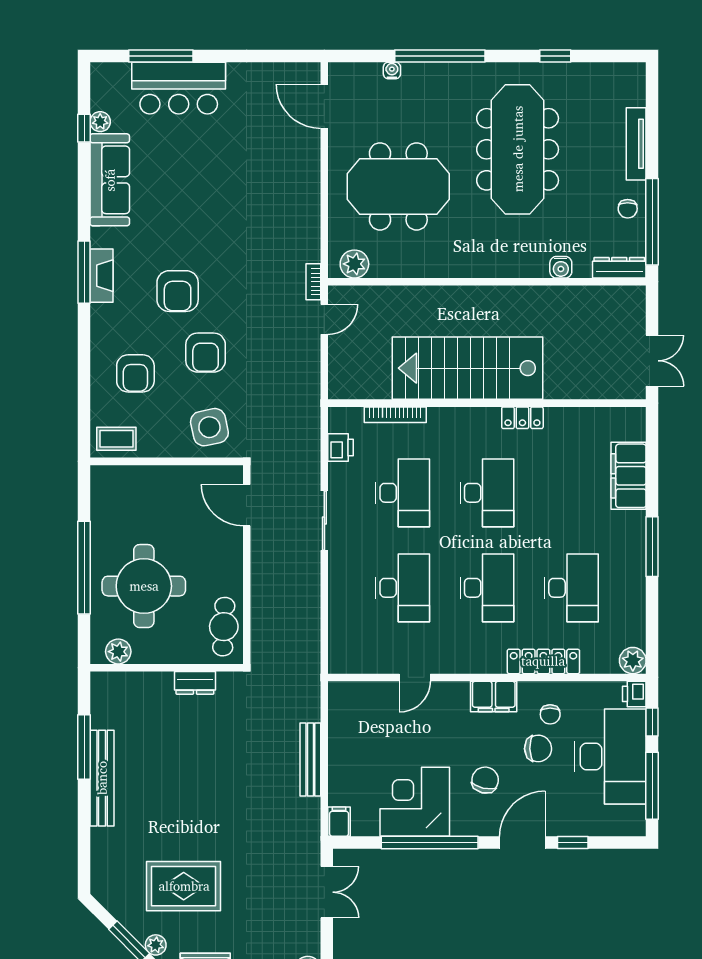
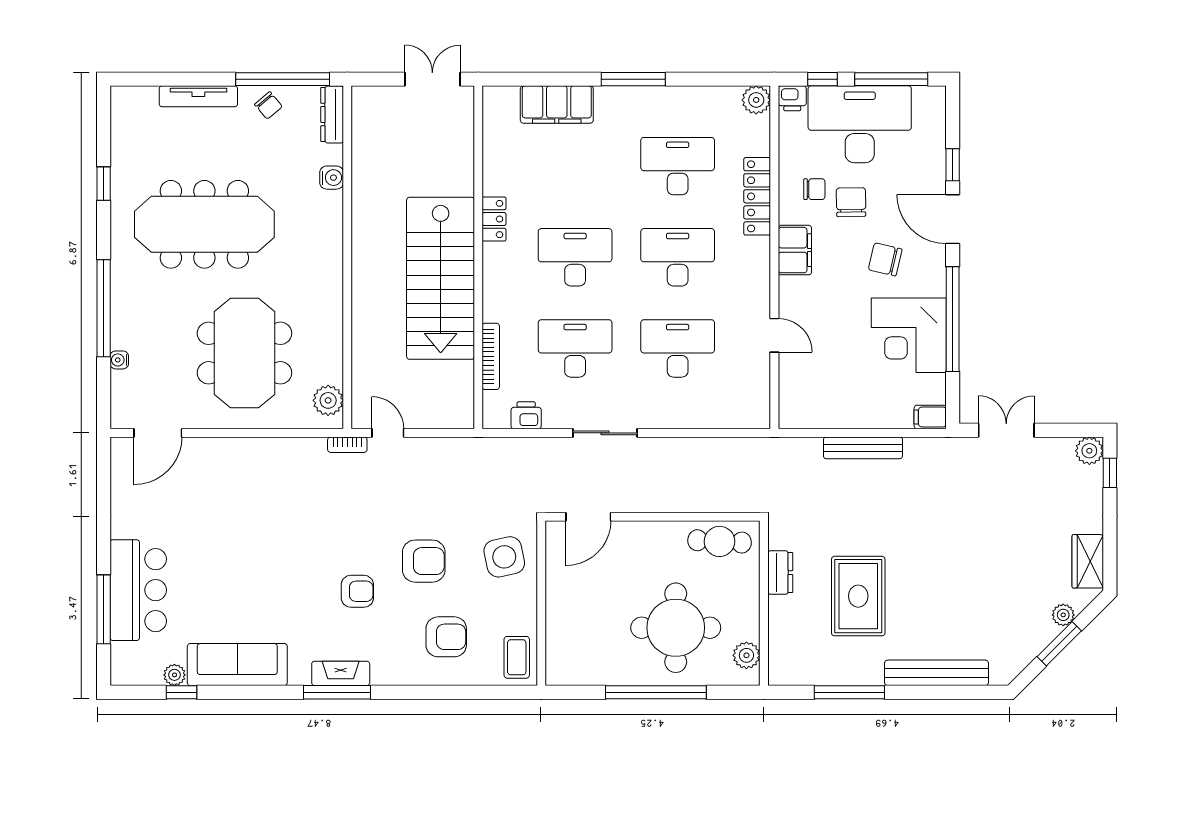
chair: (628, 209) -> (268, 105), turned 50
armchair: (178, 291) -> (357, 591), width x0.72, depth x0.72
bench: (102, 778) -> (937, 673), moved
rug: (184, 886) -> (858, 596), moved

